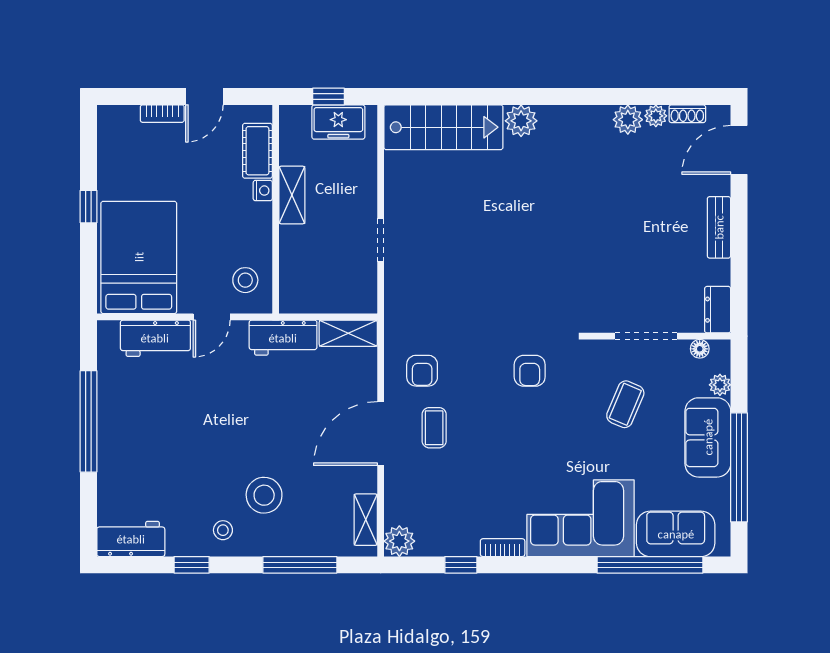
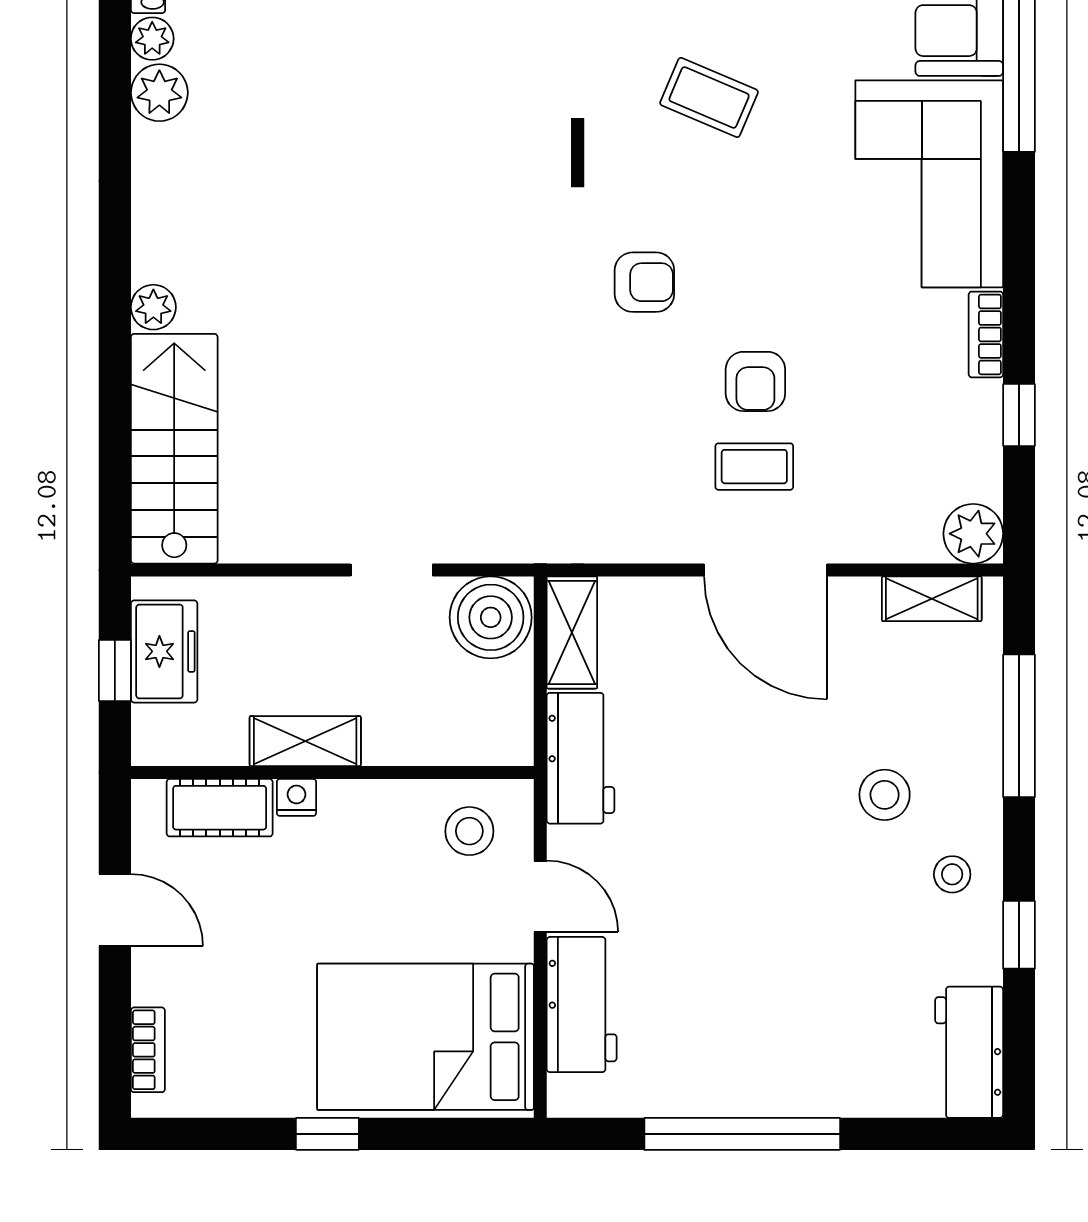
bookcase: (162, 114) -> (148, 1050), moved
plant: (521, 121) -> (153, 307), width x0.73, depth x0.73
boiler: (356, 291) -> (491, 617), added
armchair: (422, 371) -> (755, 381), moved, turned 90
stool: (264, 495) -> (885, 795), width x0.73, depth x0.73

